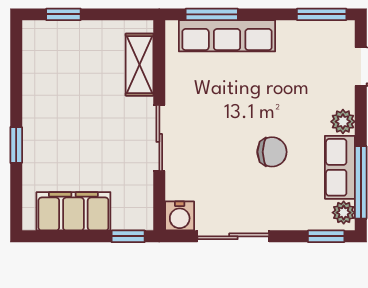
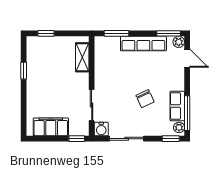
row of seats: (227, 36) -> (143, 44), moved
plant: (343, 122) -> (179, 42), moved
sliding door: (159, 138) -> (92, 105), moved
window: (16, 145) -> (24, 71), moved
chair: (272, 152) -> (145, 99), turned 65

